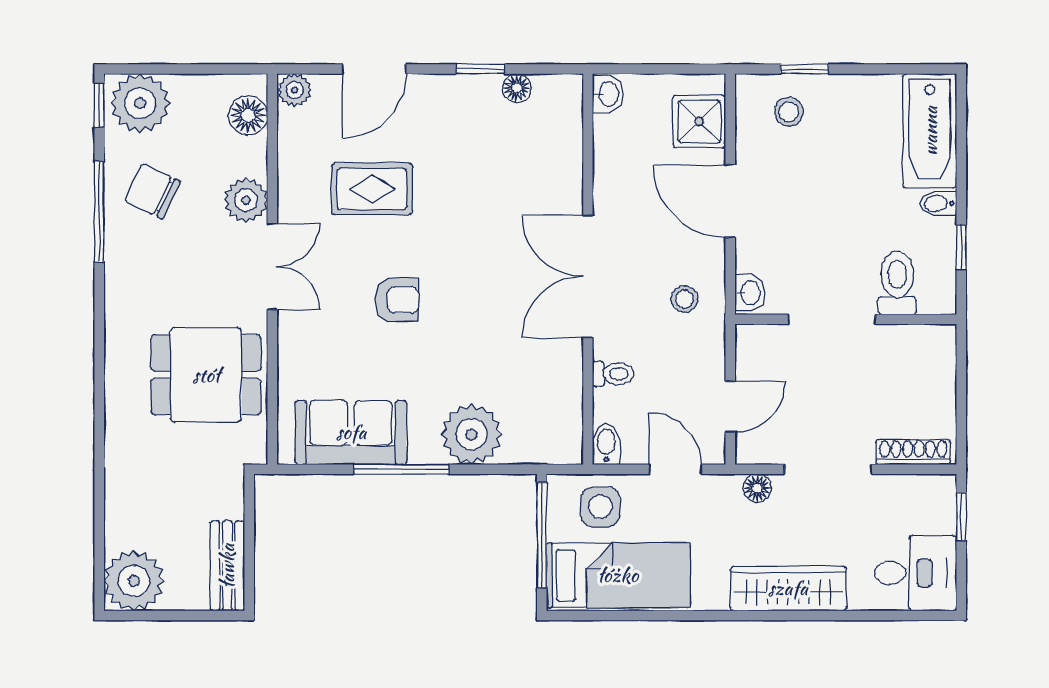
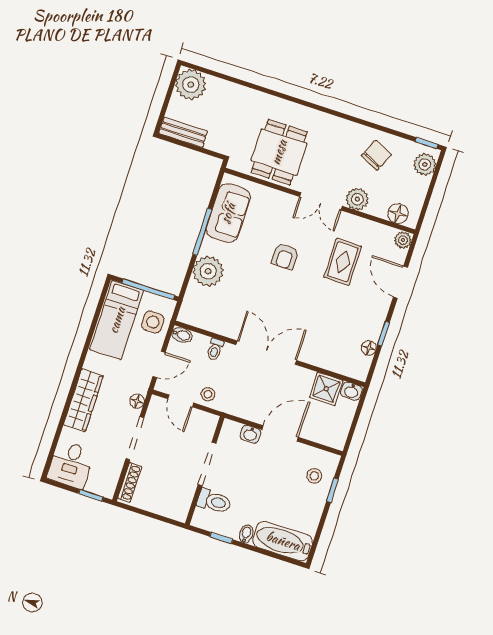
plant: (140, 103) -> (425, 164), width x0.73, depth x0.73
shower: (699, 121) -> (326, 389), moved
window: (99, 212) -> (375, 126), removed
washbasin: (750, 293) -> (250, 434), moved
stool: (684, 299) -> (208, 394), moved

